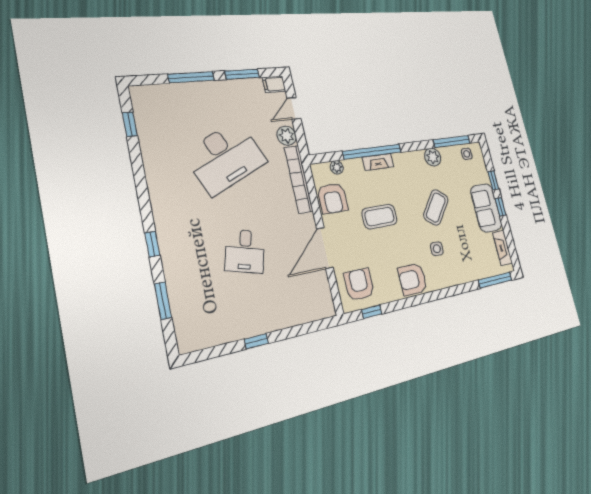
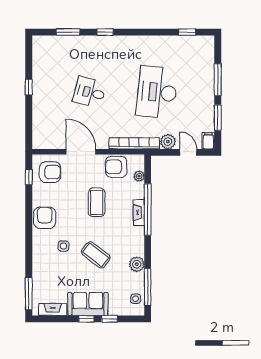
desk: (225, 157) -> (157, 92), turned 30

